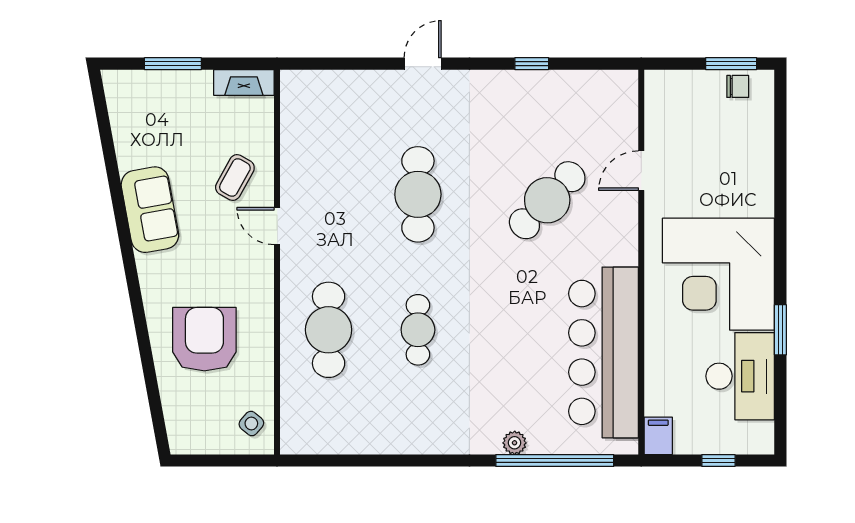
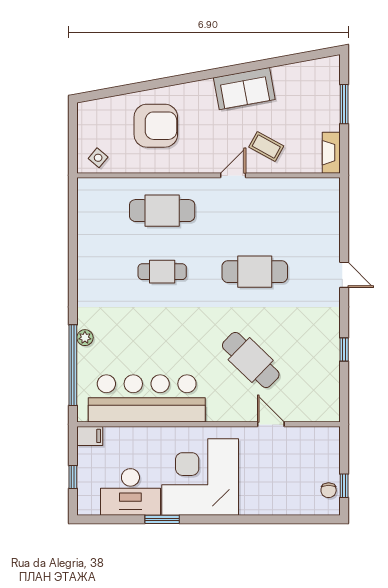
window: (731, 64) -> (344, 486), width x0.67

